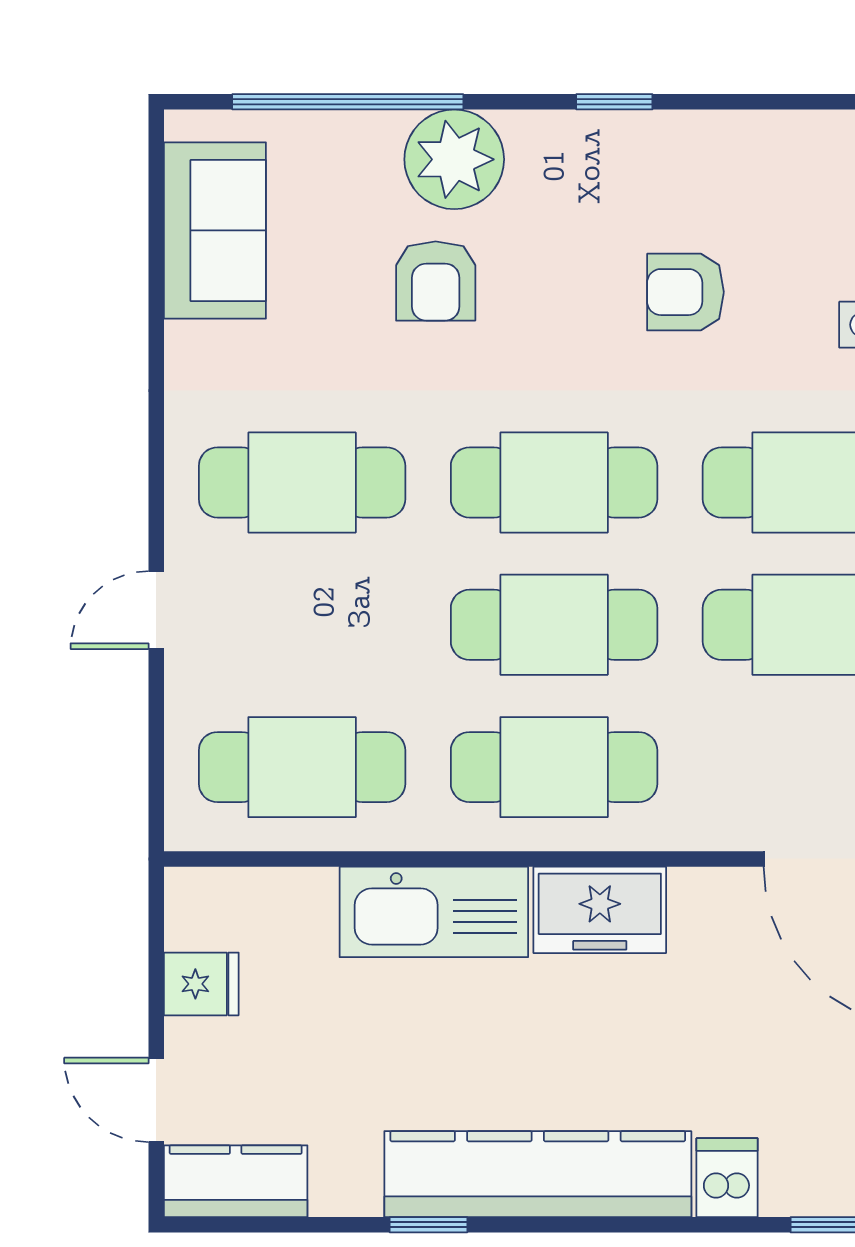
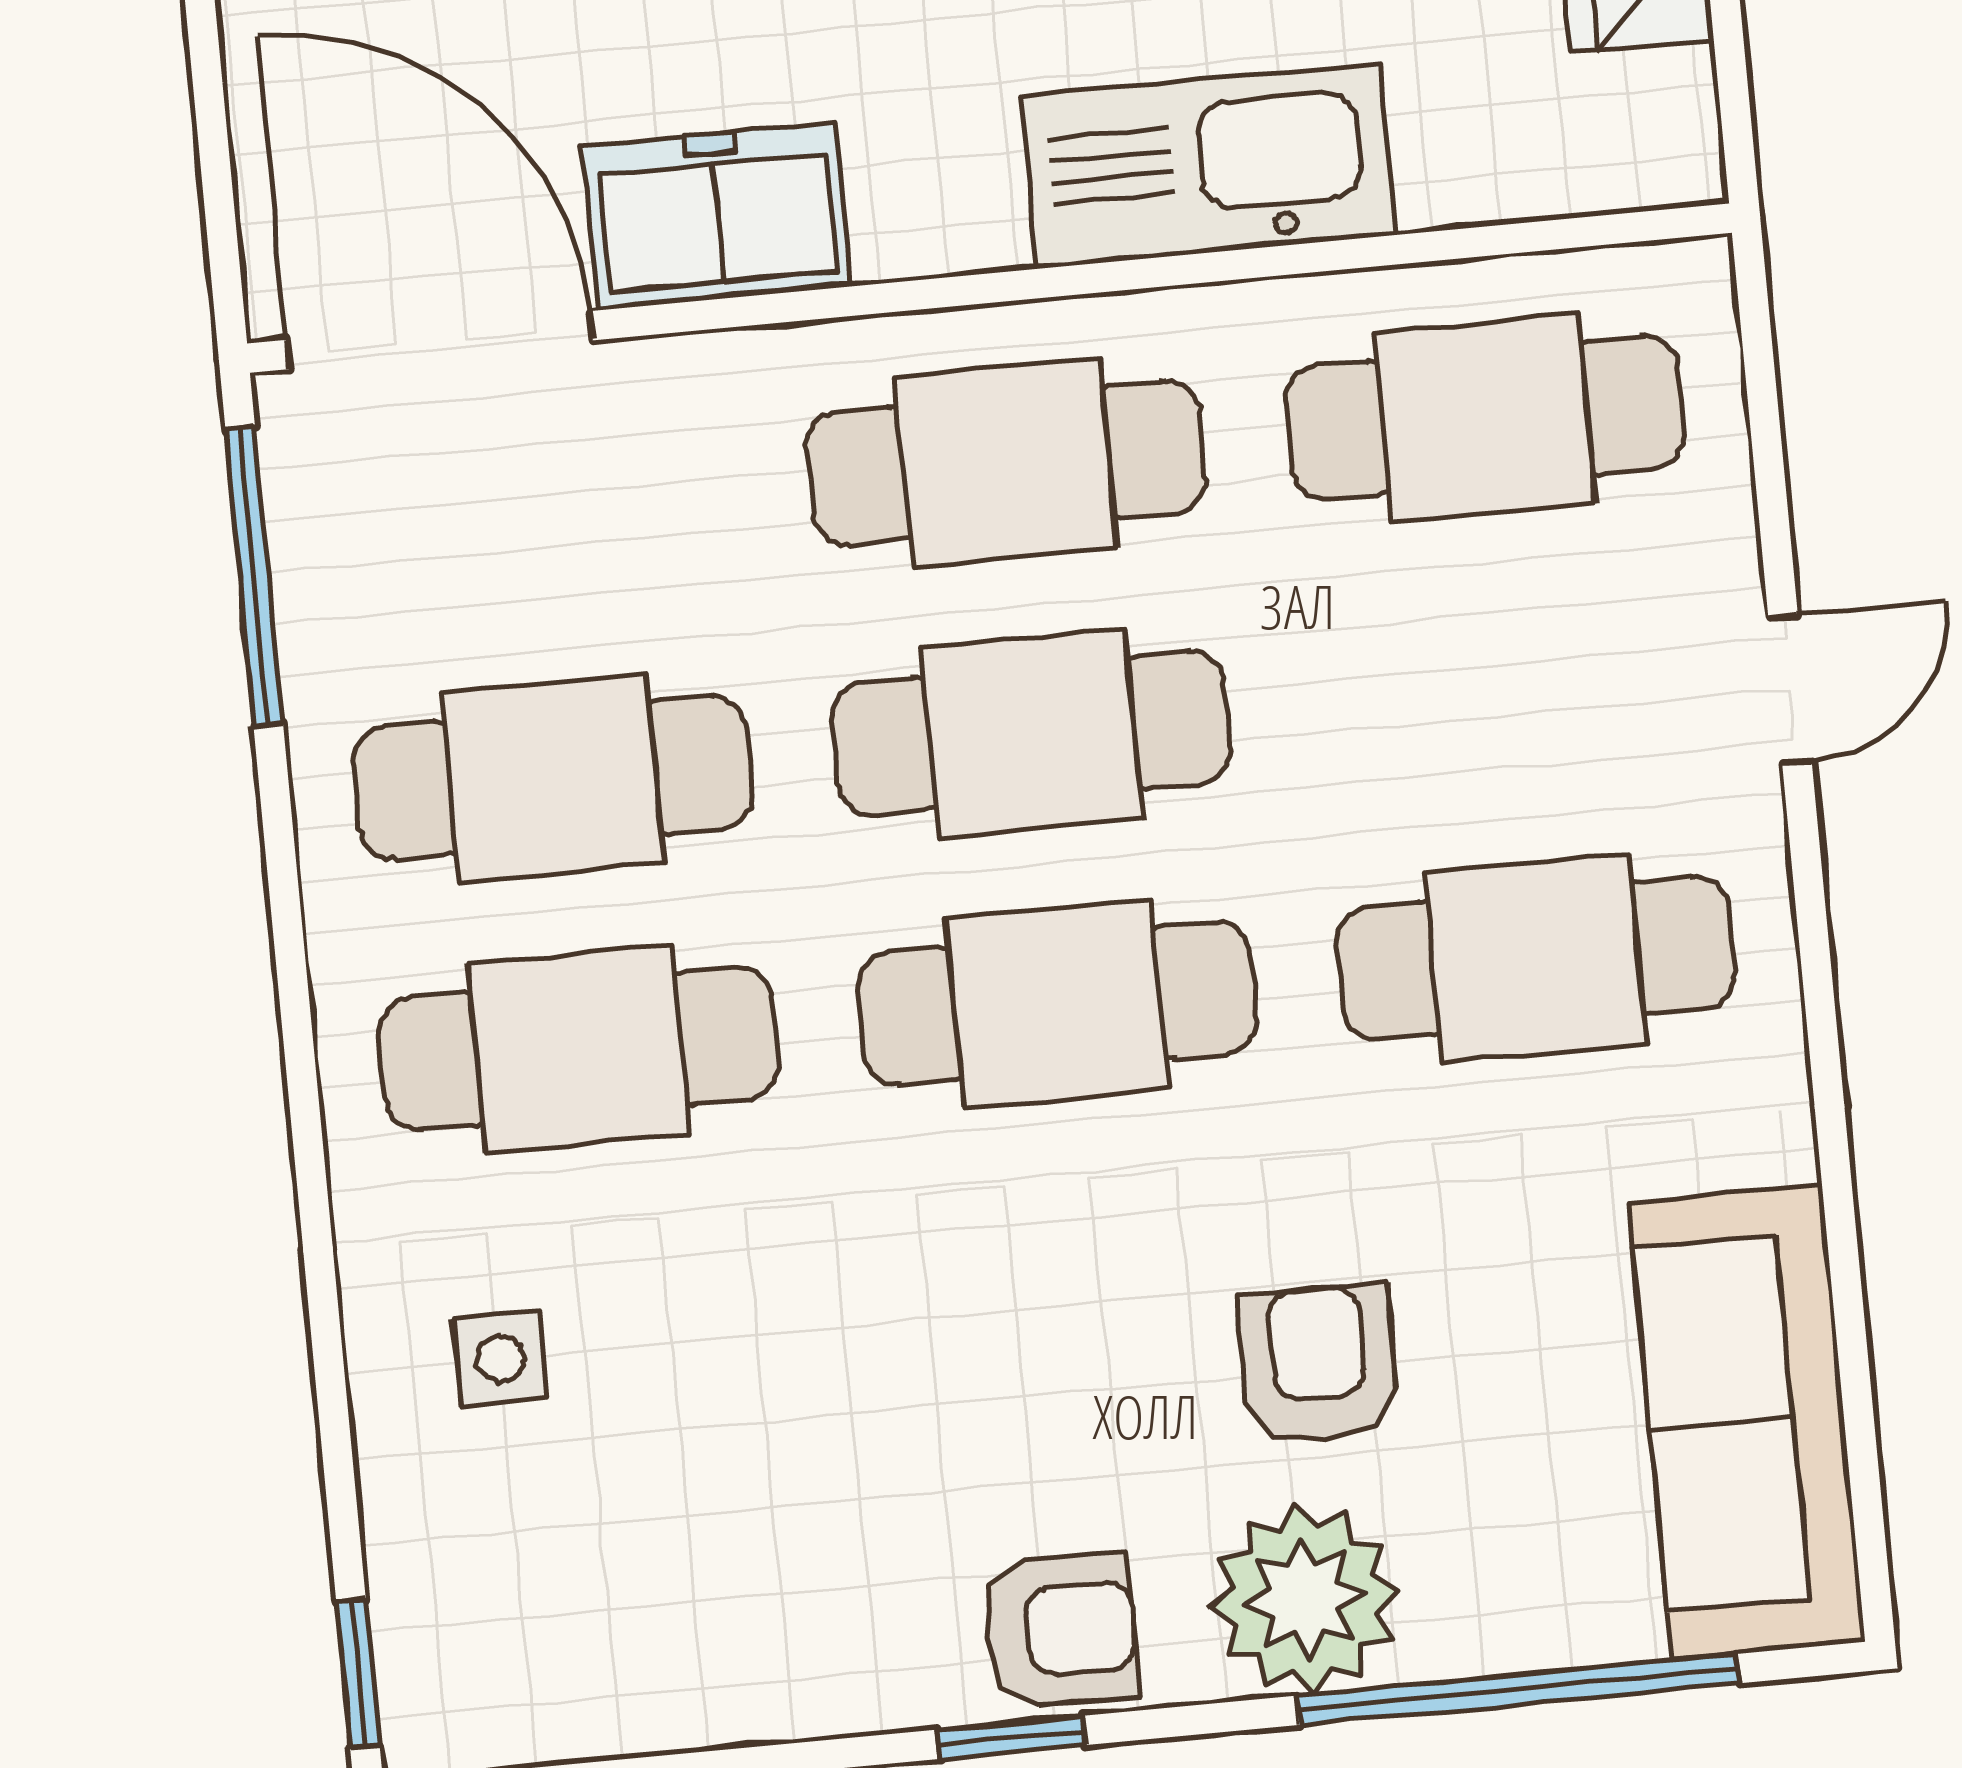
sofa: (215, 230) -> (1747, 1421), width x1.36
armchair: (685, 292) -> (1060, 1630), moved
freezer: (600, 910) -> (717, 216), moved

